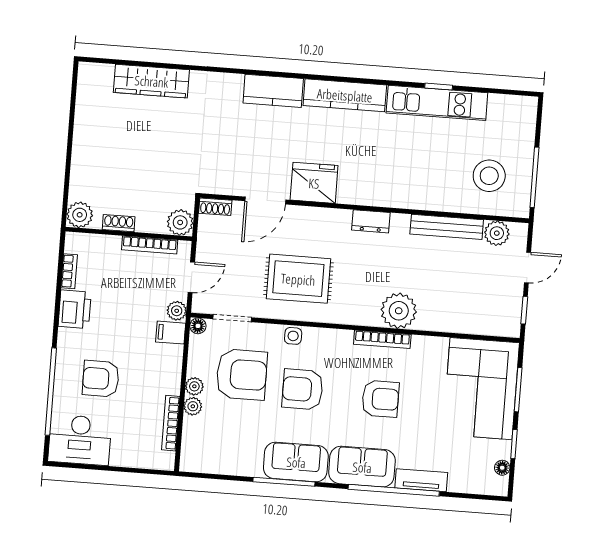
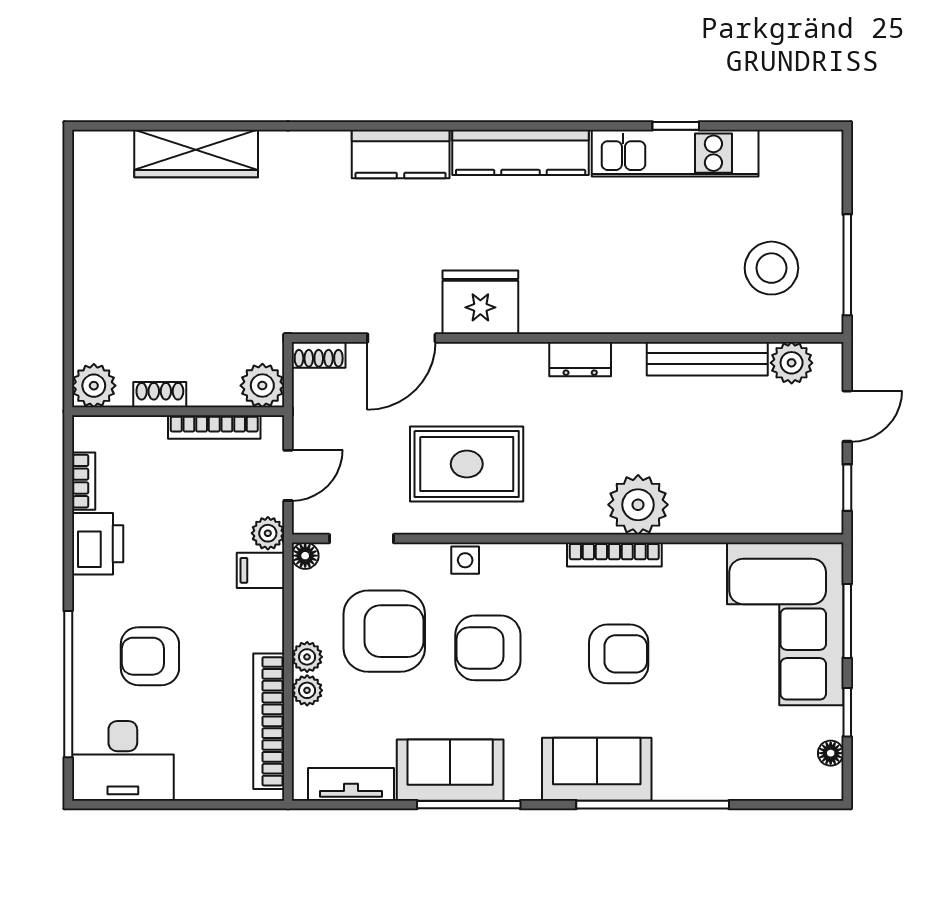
bookcase: (171, 423) -> (269, 721), width x1.48, depth x1.31
sofa: (296, 462) -> (450, 770), moved
tv unit: (421, 480) -> (351, 784), moved

